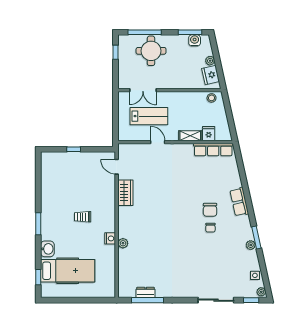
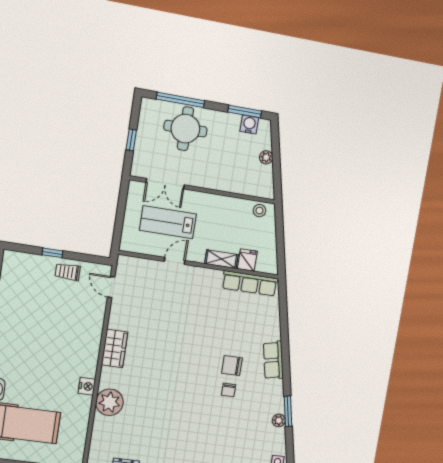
window: (115, 52) -> (131, 140), moved
fridge: (211, 75) -> (263, 178), removed
lab bench: (149, 116) -> (168, 222), turned 180
door: (158, 142) -> (175, 261), hinge flipped
wardrobe: (125, 193) -> (115, 348), moved
chair: (210, 210) -> (232, 366), turned 90
trolley: (83, 217) -> (68, 272), moved
plant: (123, 243) -> (109, 402), width x1.88, depth x1.88

